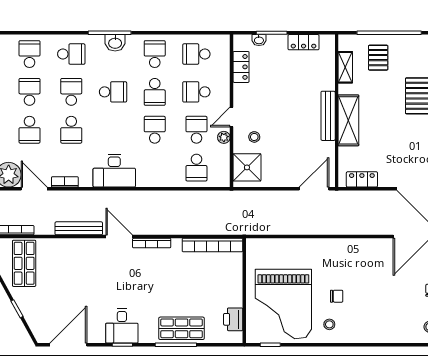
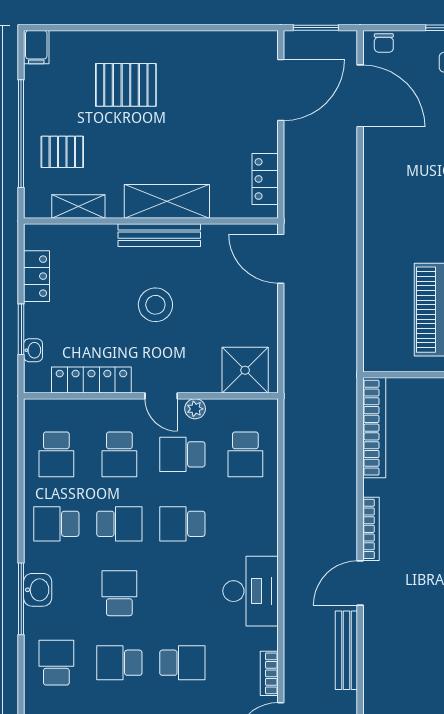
locker: (241, 67) -> (91, 380), width x1.53
stool: (254, 137) -> (155, 305), moved, width x1.89, depth x1.89
school desk: (196, 168) -> (245, 454), turned 90

